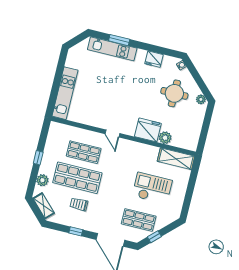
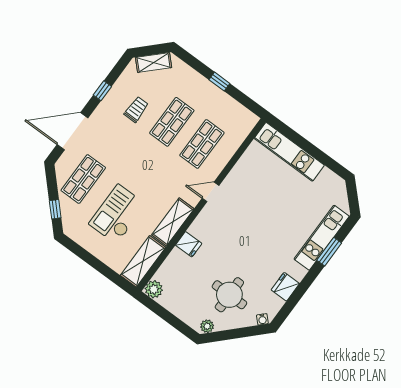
fridge: (148, 130) -> (189, 244), width x0.53, depth x0.75
plant: (165, 138) -> (154, 289), moved
shelving: (142, 150) -> (173, 222), added
shop shelf: (77, 178) -> (172, 122), width x0.70, depth x0.74
plant: (42, 180) -> (188, 75), removed
checkout: (152, 188) -> (117, 214), turned 180
window: (154, 237) -> (55, 209), moved

